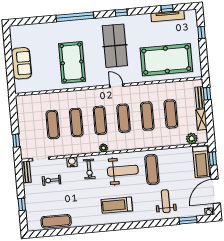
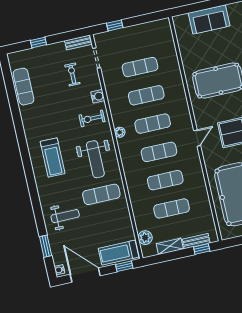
treadmill: (117, 205) -> (53, 158), turned 180

